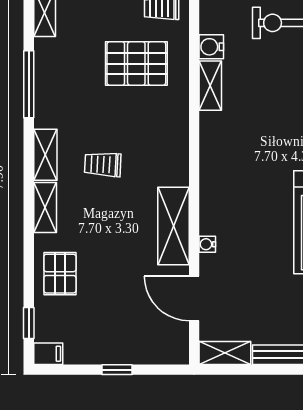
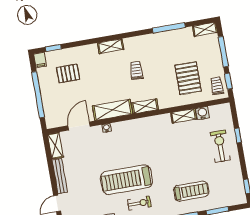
shelving: (45, 155) -> (145, 106), moved
pallet: (60, 274) -> (68, 73), moved
window: (117, 370) -> (38, 95), width x3.17

